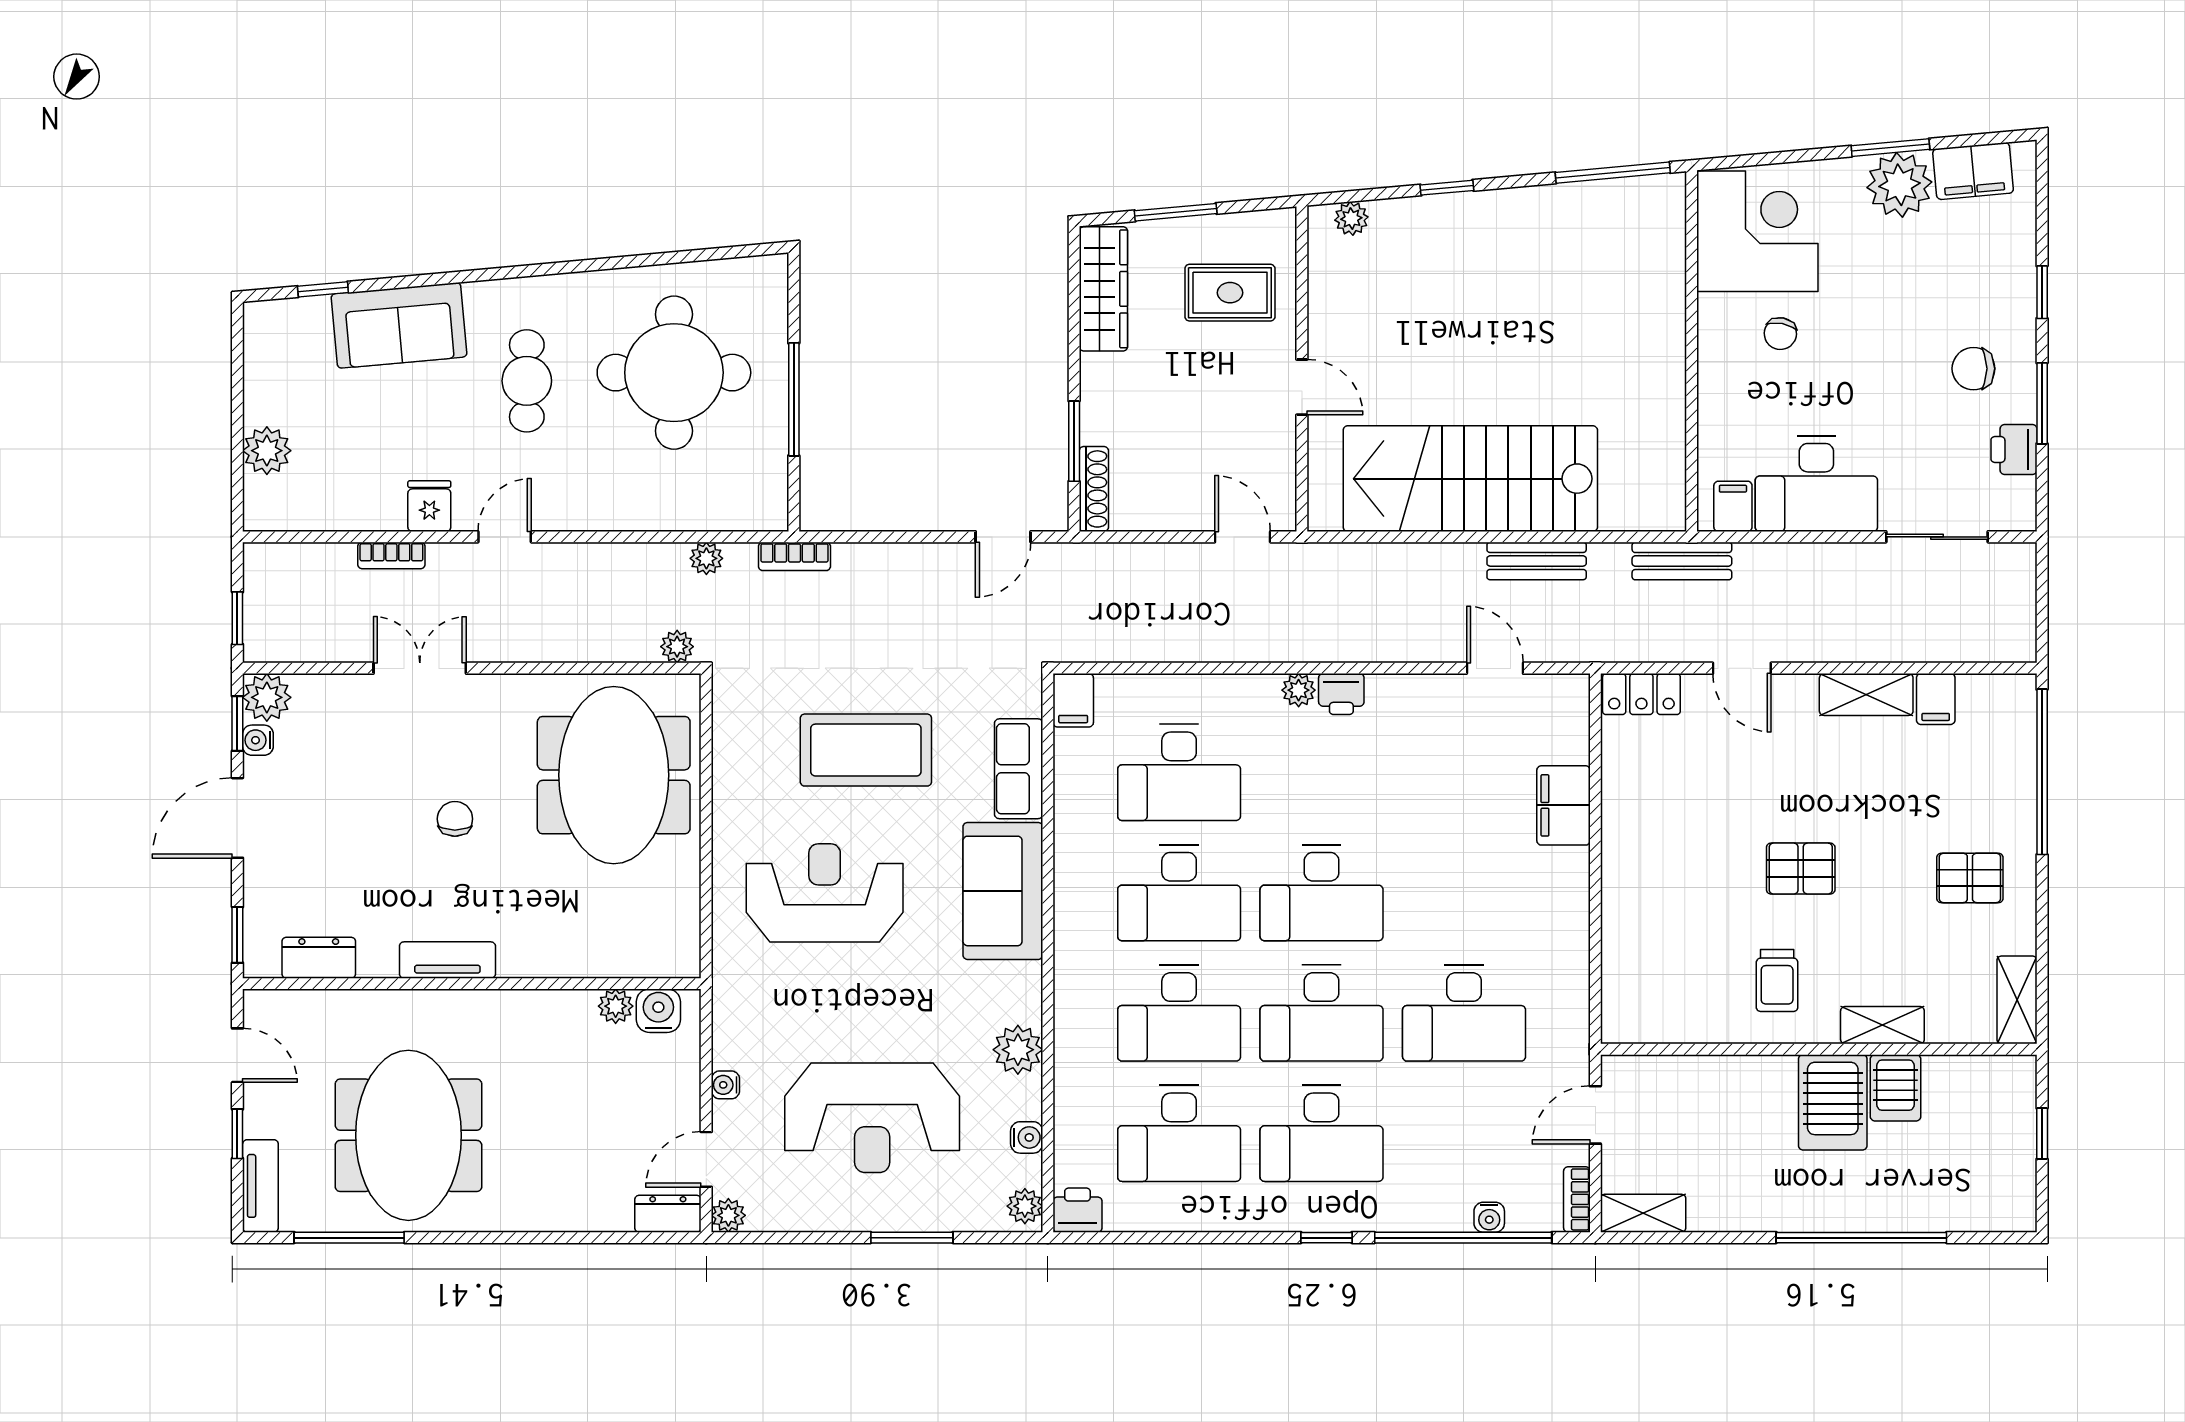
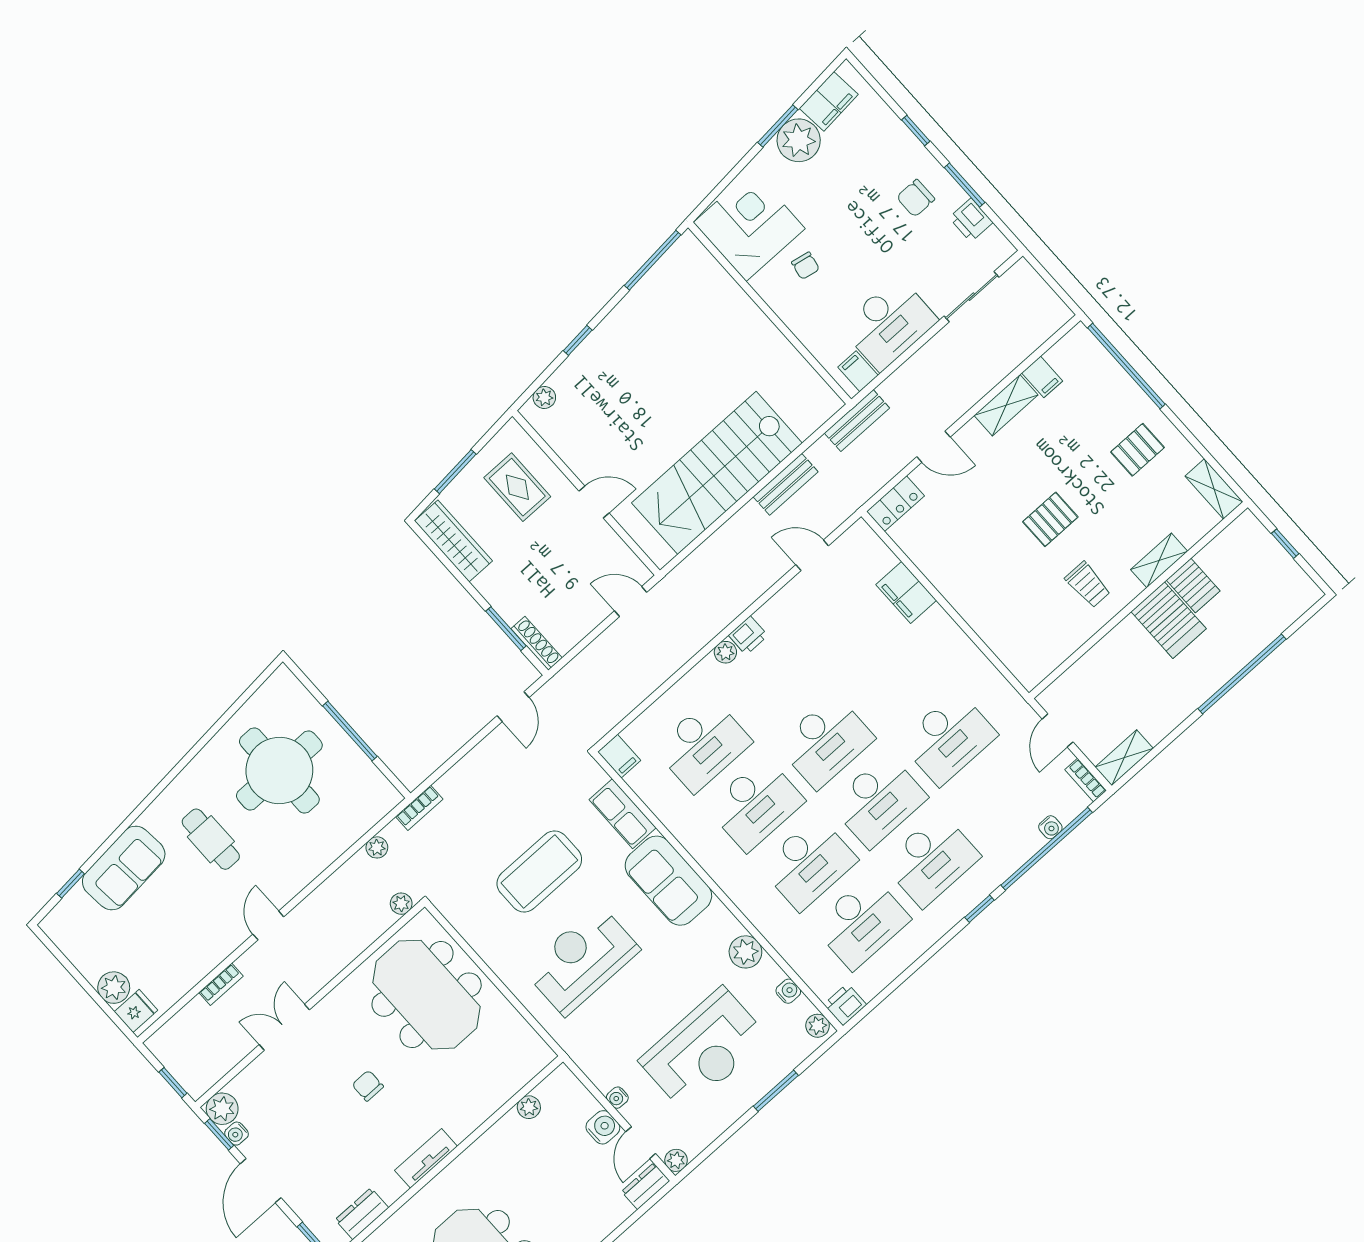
rug: (1230, 293) -> (517, 487), turned 90
fridge: (429, 506) -> (136, 1011), moved, turned 90
water cooler: (658, 1011) -> (603, 1127), moved, turned 90

